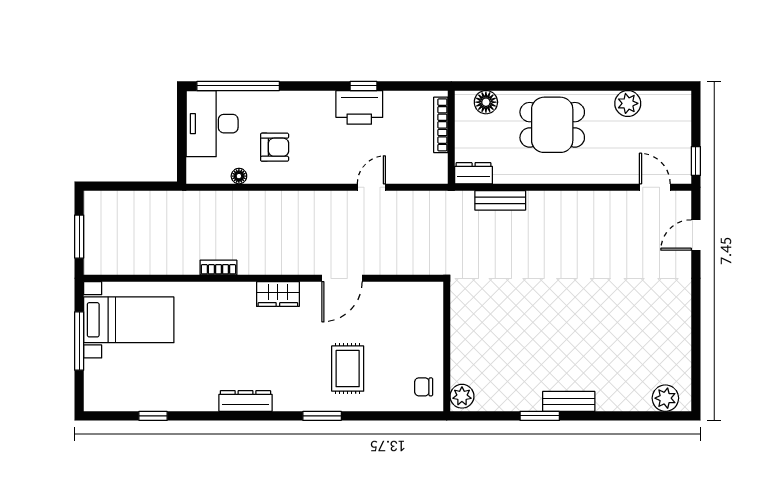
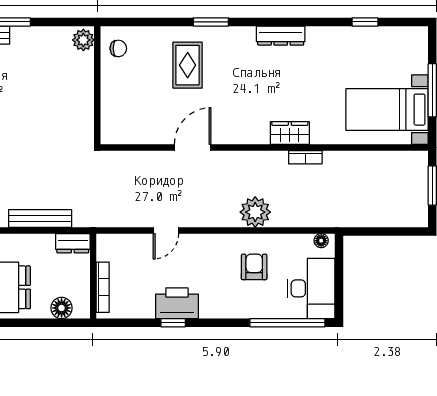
armchair: (275, 147) -> (254, 267), turned 90
floor lamp: (239, 176) -> (321, 241), moved
bench: (500, 200) -> (40, 218), width x1.36
plant: (273, 207) -> (255, 212), added
wardrobe: (278, 294) -> (290, 133), moved

